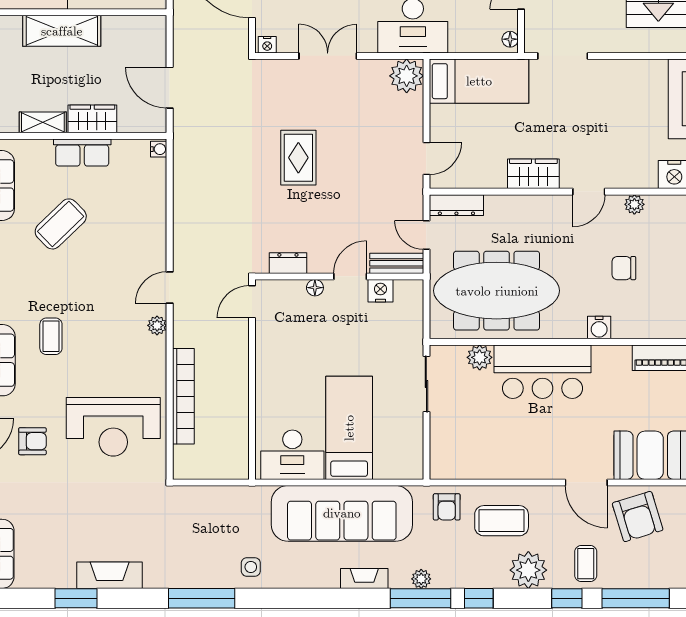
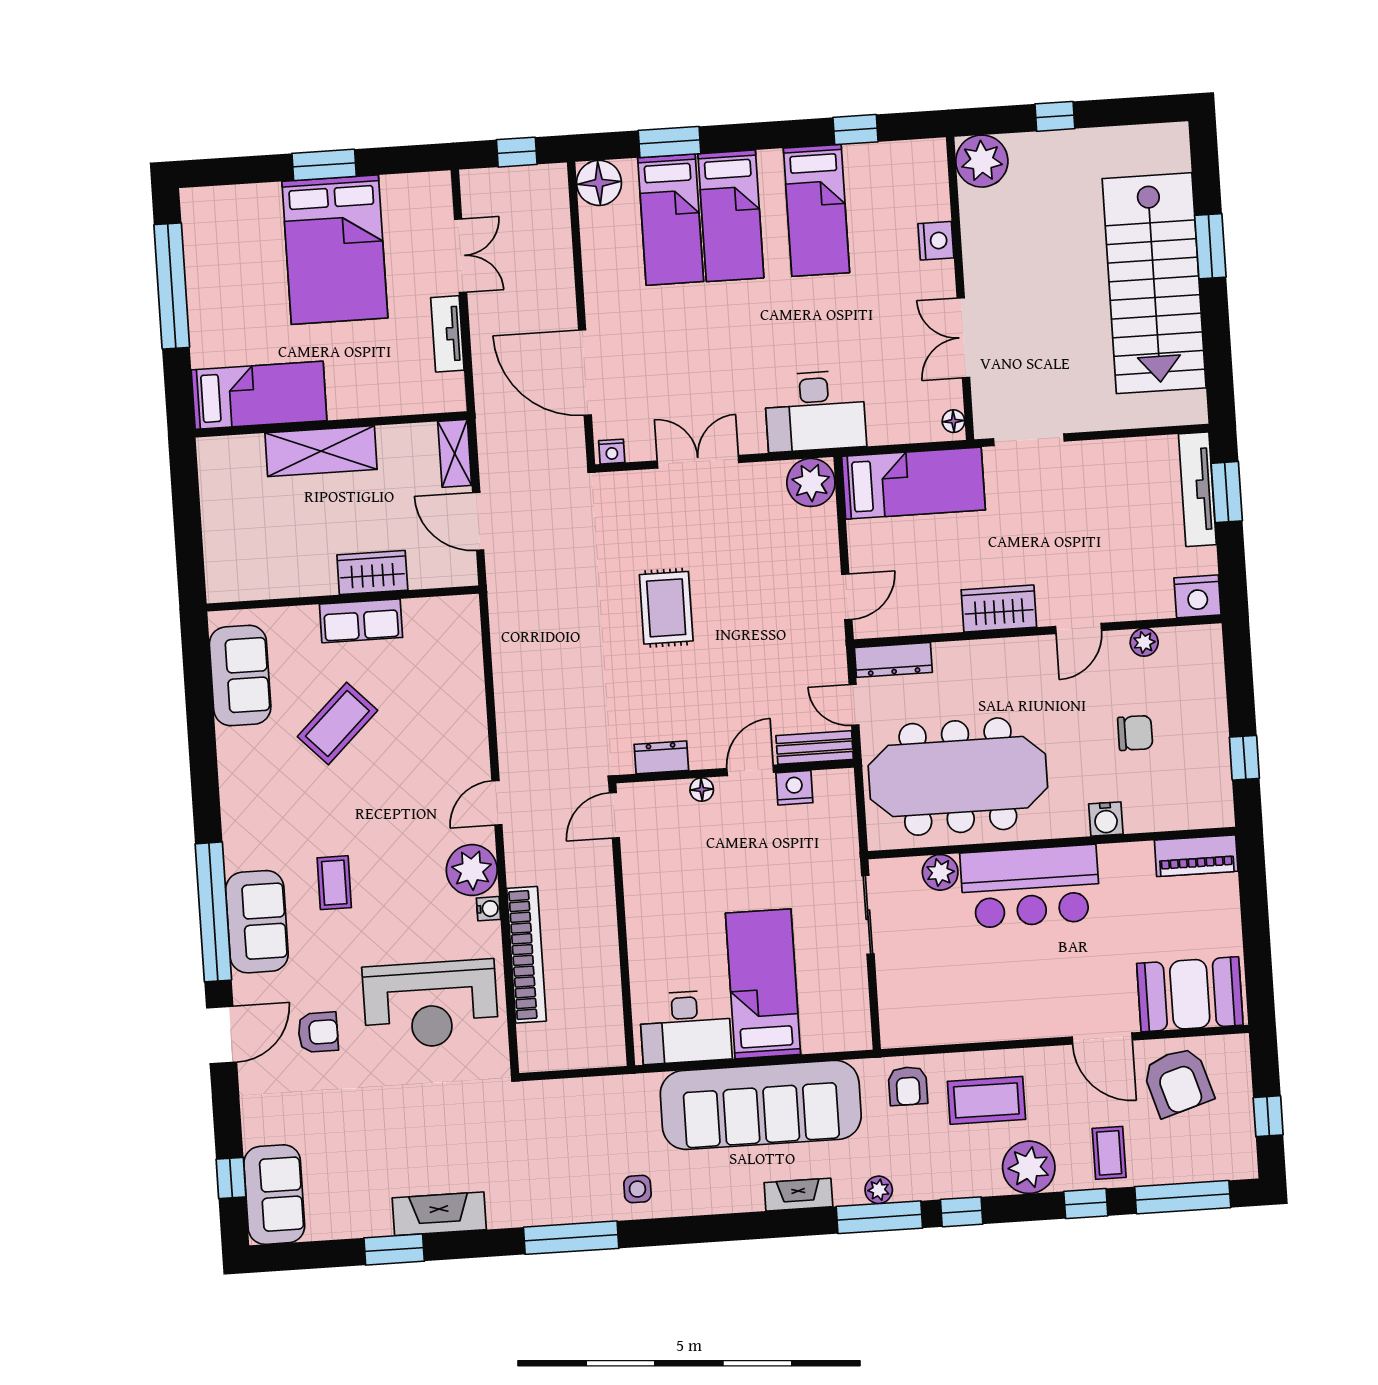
shelving: (43, 122) -> (455, 453), moved, turned 90
water cooler: (159, 149) -> (488, 909), moved
chair: (624, 268) -> (1135, 733), turned 180
plant: (157, 325) -> (472, 870), width x1.88, depth x1.88

